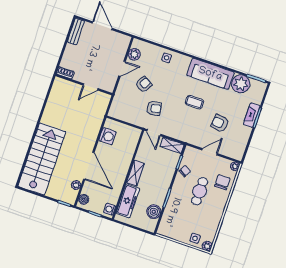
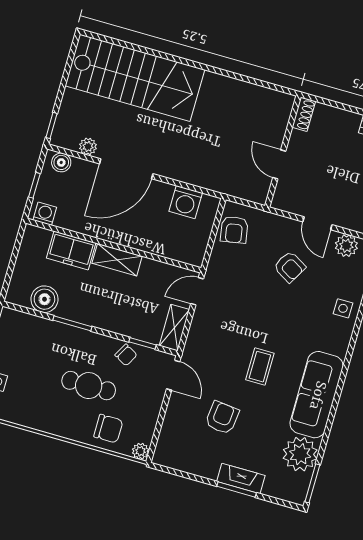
armchair: (154, 108) -> (234, 230), moved
door: (210, 152) -> (173, 375), moved
freezer: (128, 201) -> (71, 250), width x0.71

